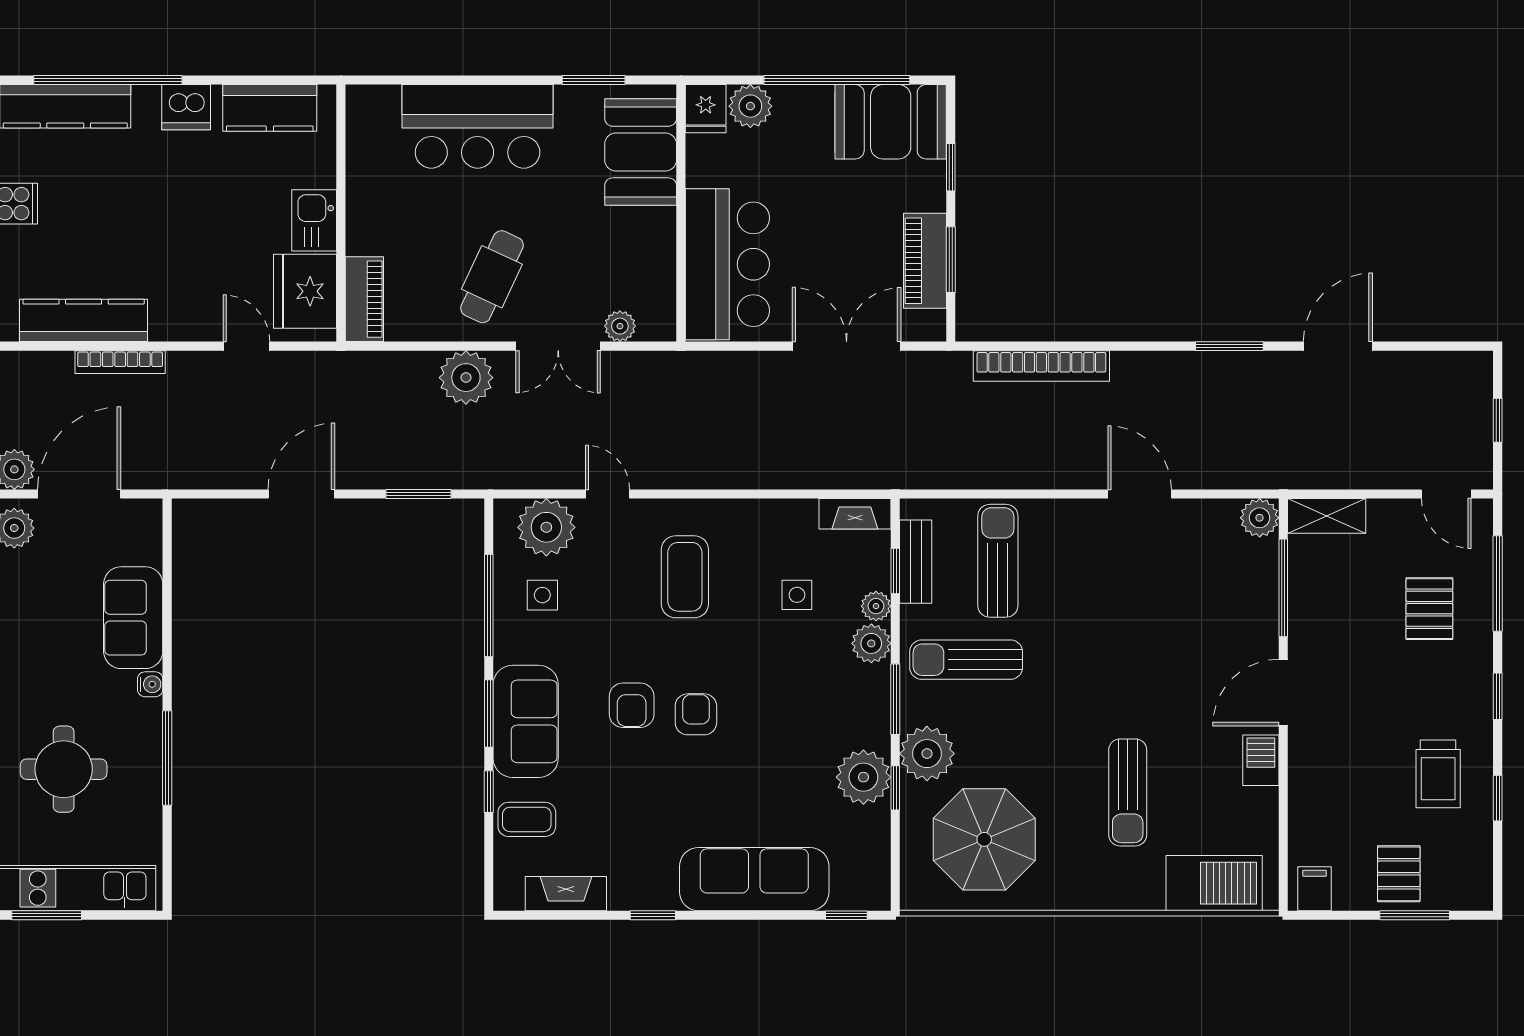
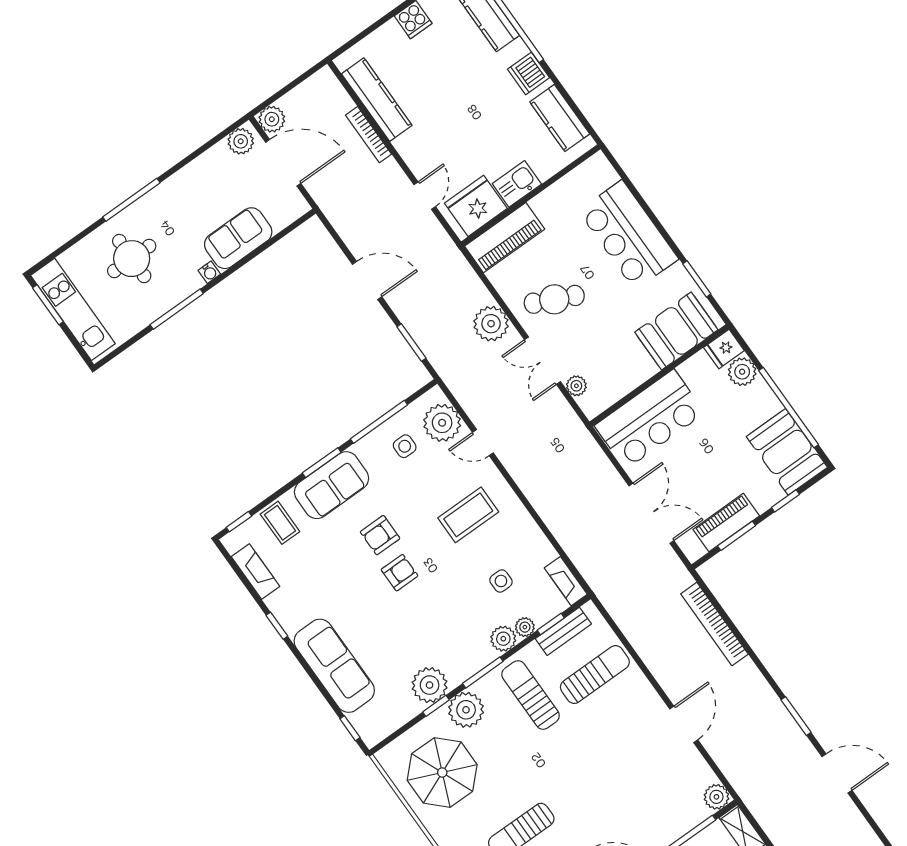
piano: (364, 299) -> (505, 238), width x1.37, depth x1.33
door: (608, 494) -> (483, 443), swing flipped
window: (489, 792) -> (239, 522), moved

